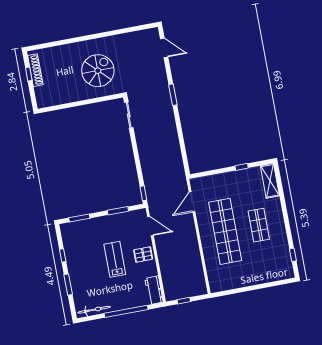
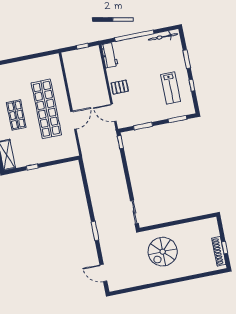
door: (192, 202) -> (73, 120), moved
lab bench: (115, 259) -> (171, 88), moved

